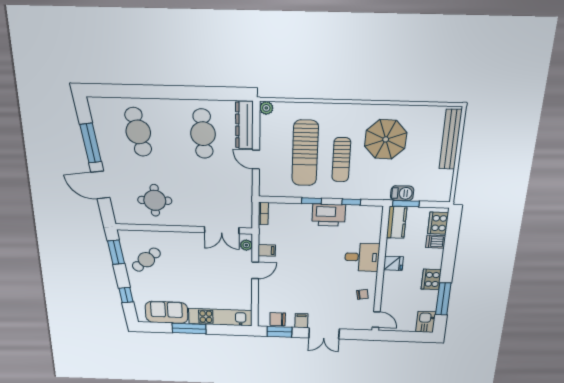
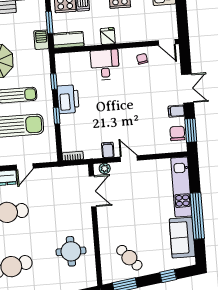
window: (406, 204) -> (49, 22), moved
chair: (278, 319) -> (177, 133), turned 180
door: (376, 320) -> (167, 42), swing flipped
window: (189, 329) -> (197, 216), width x1.46

